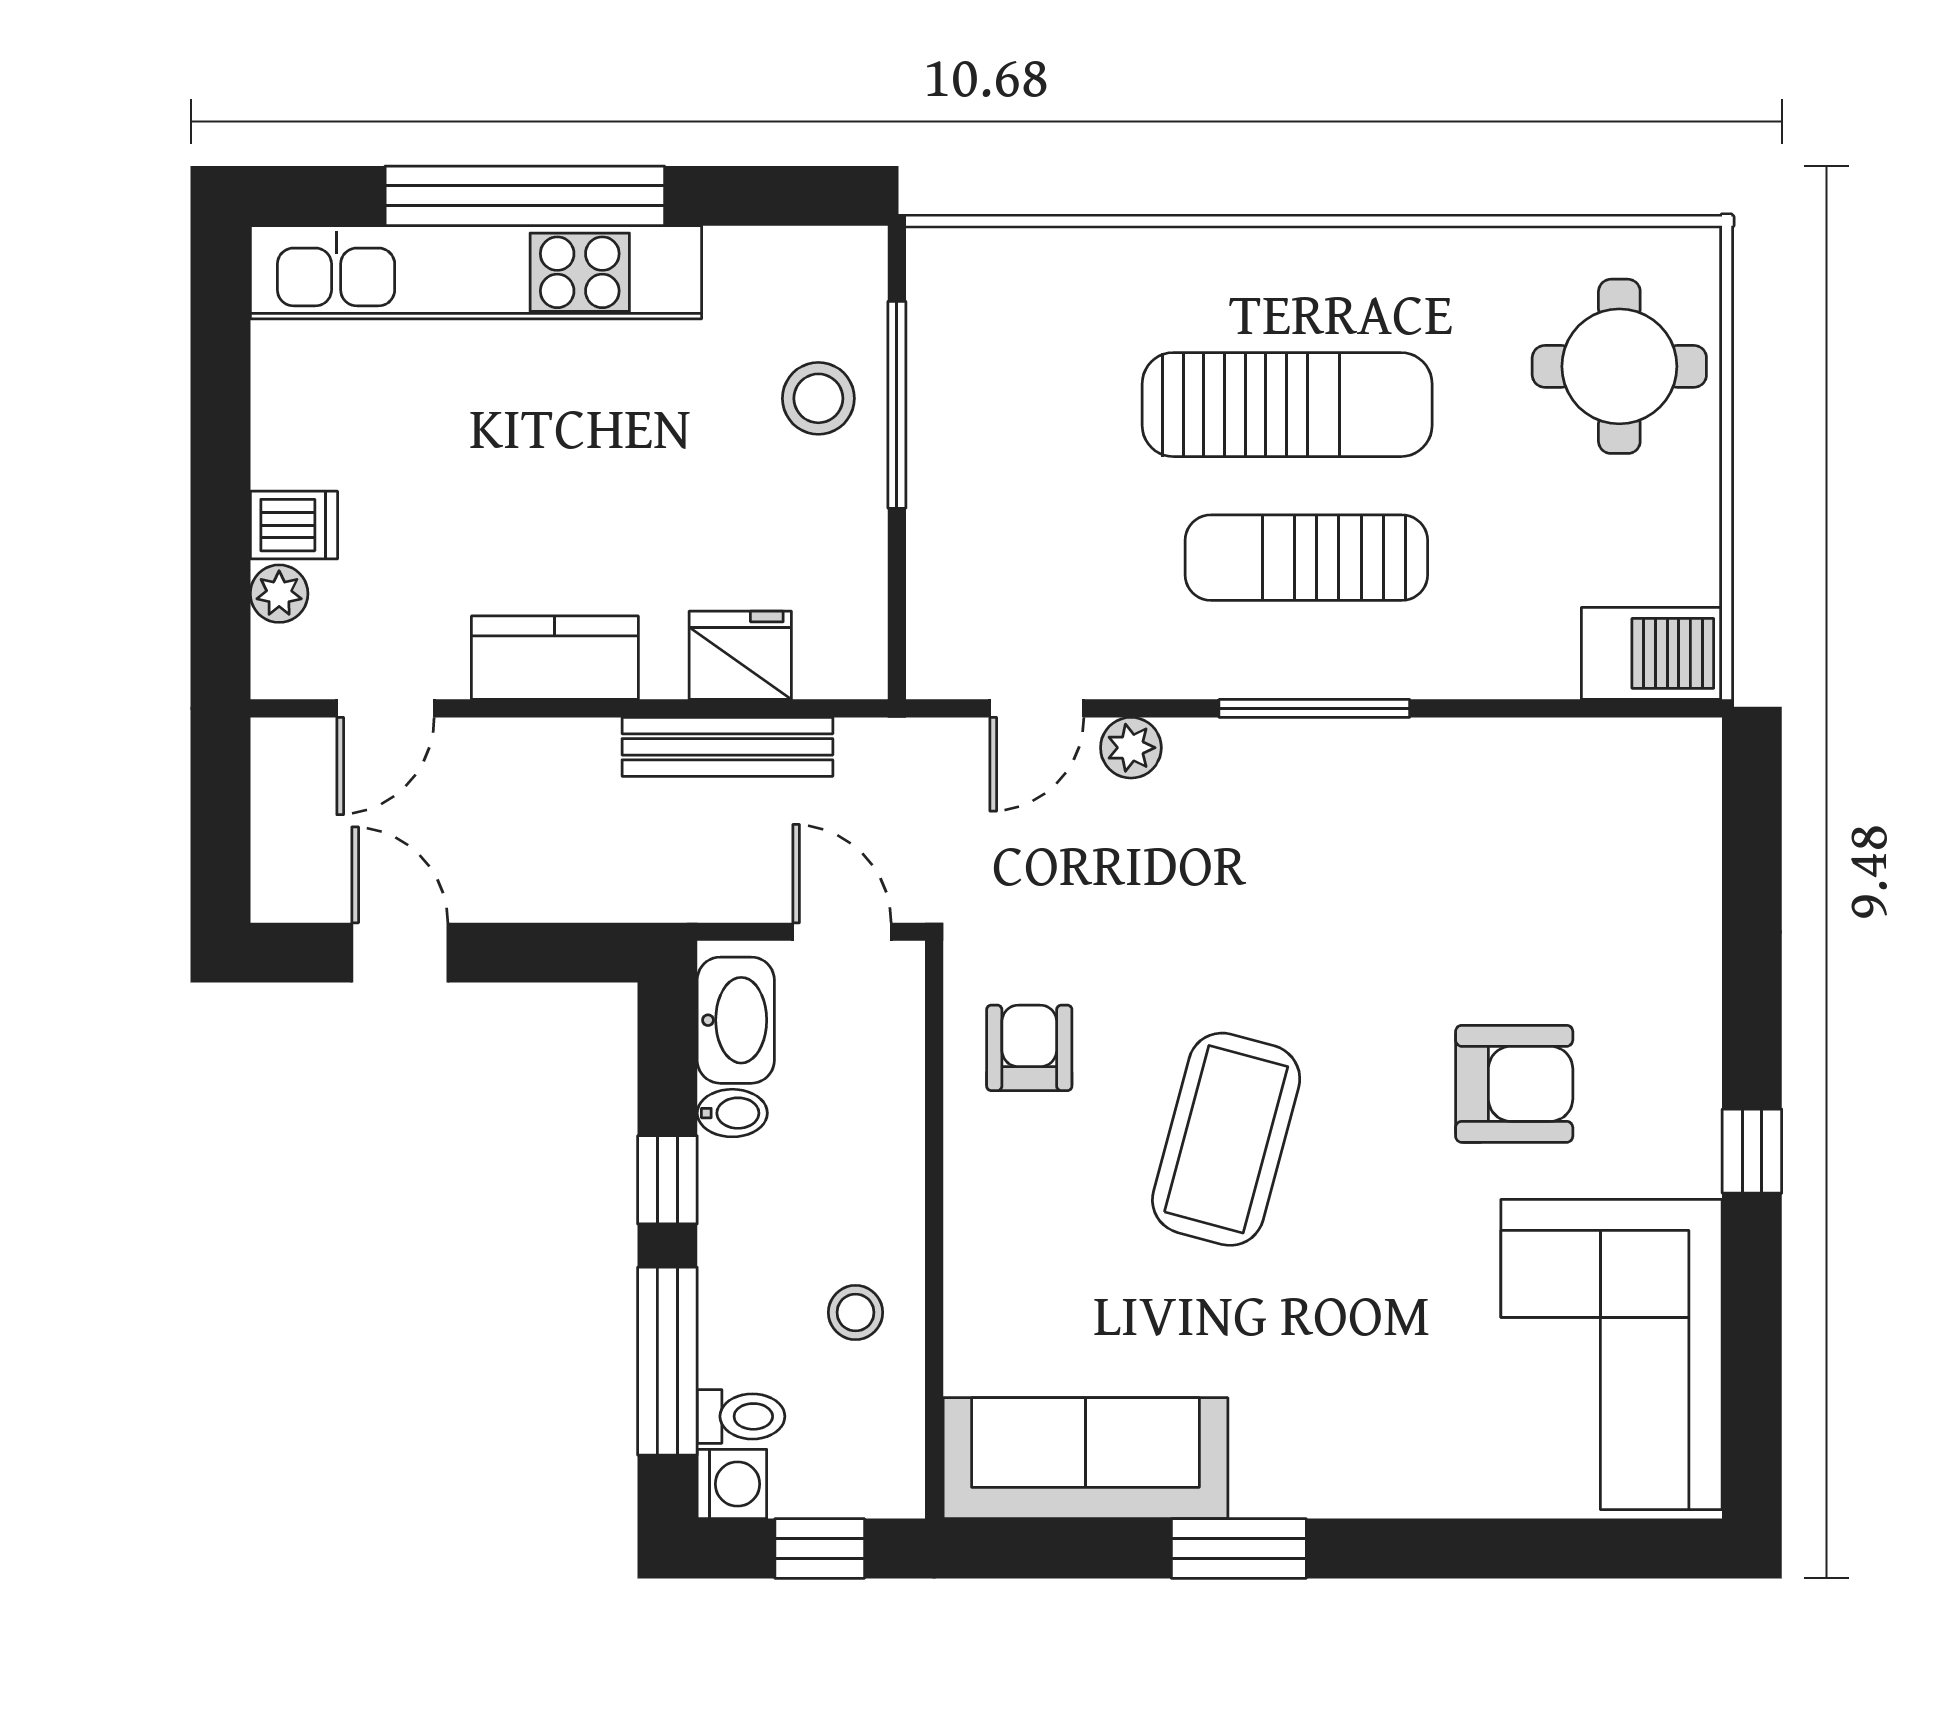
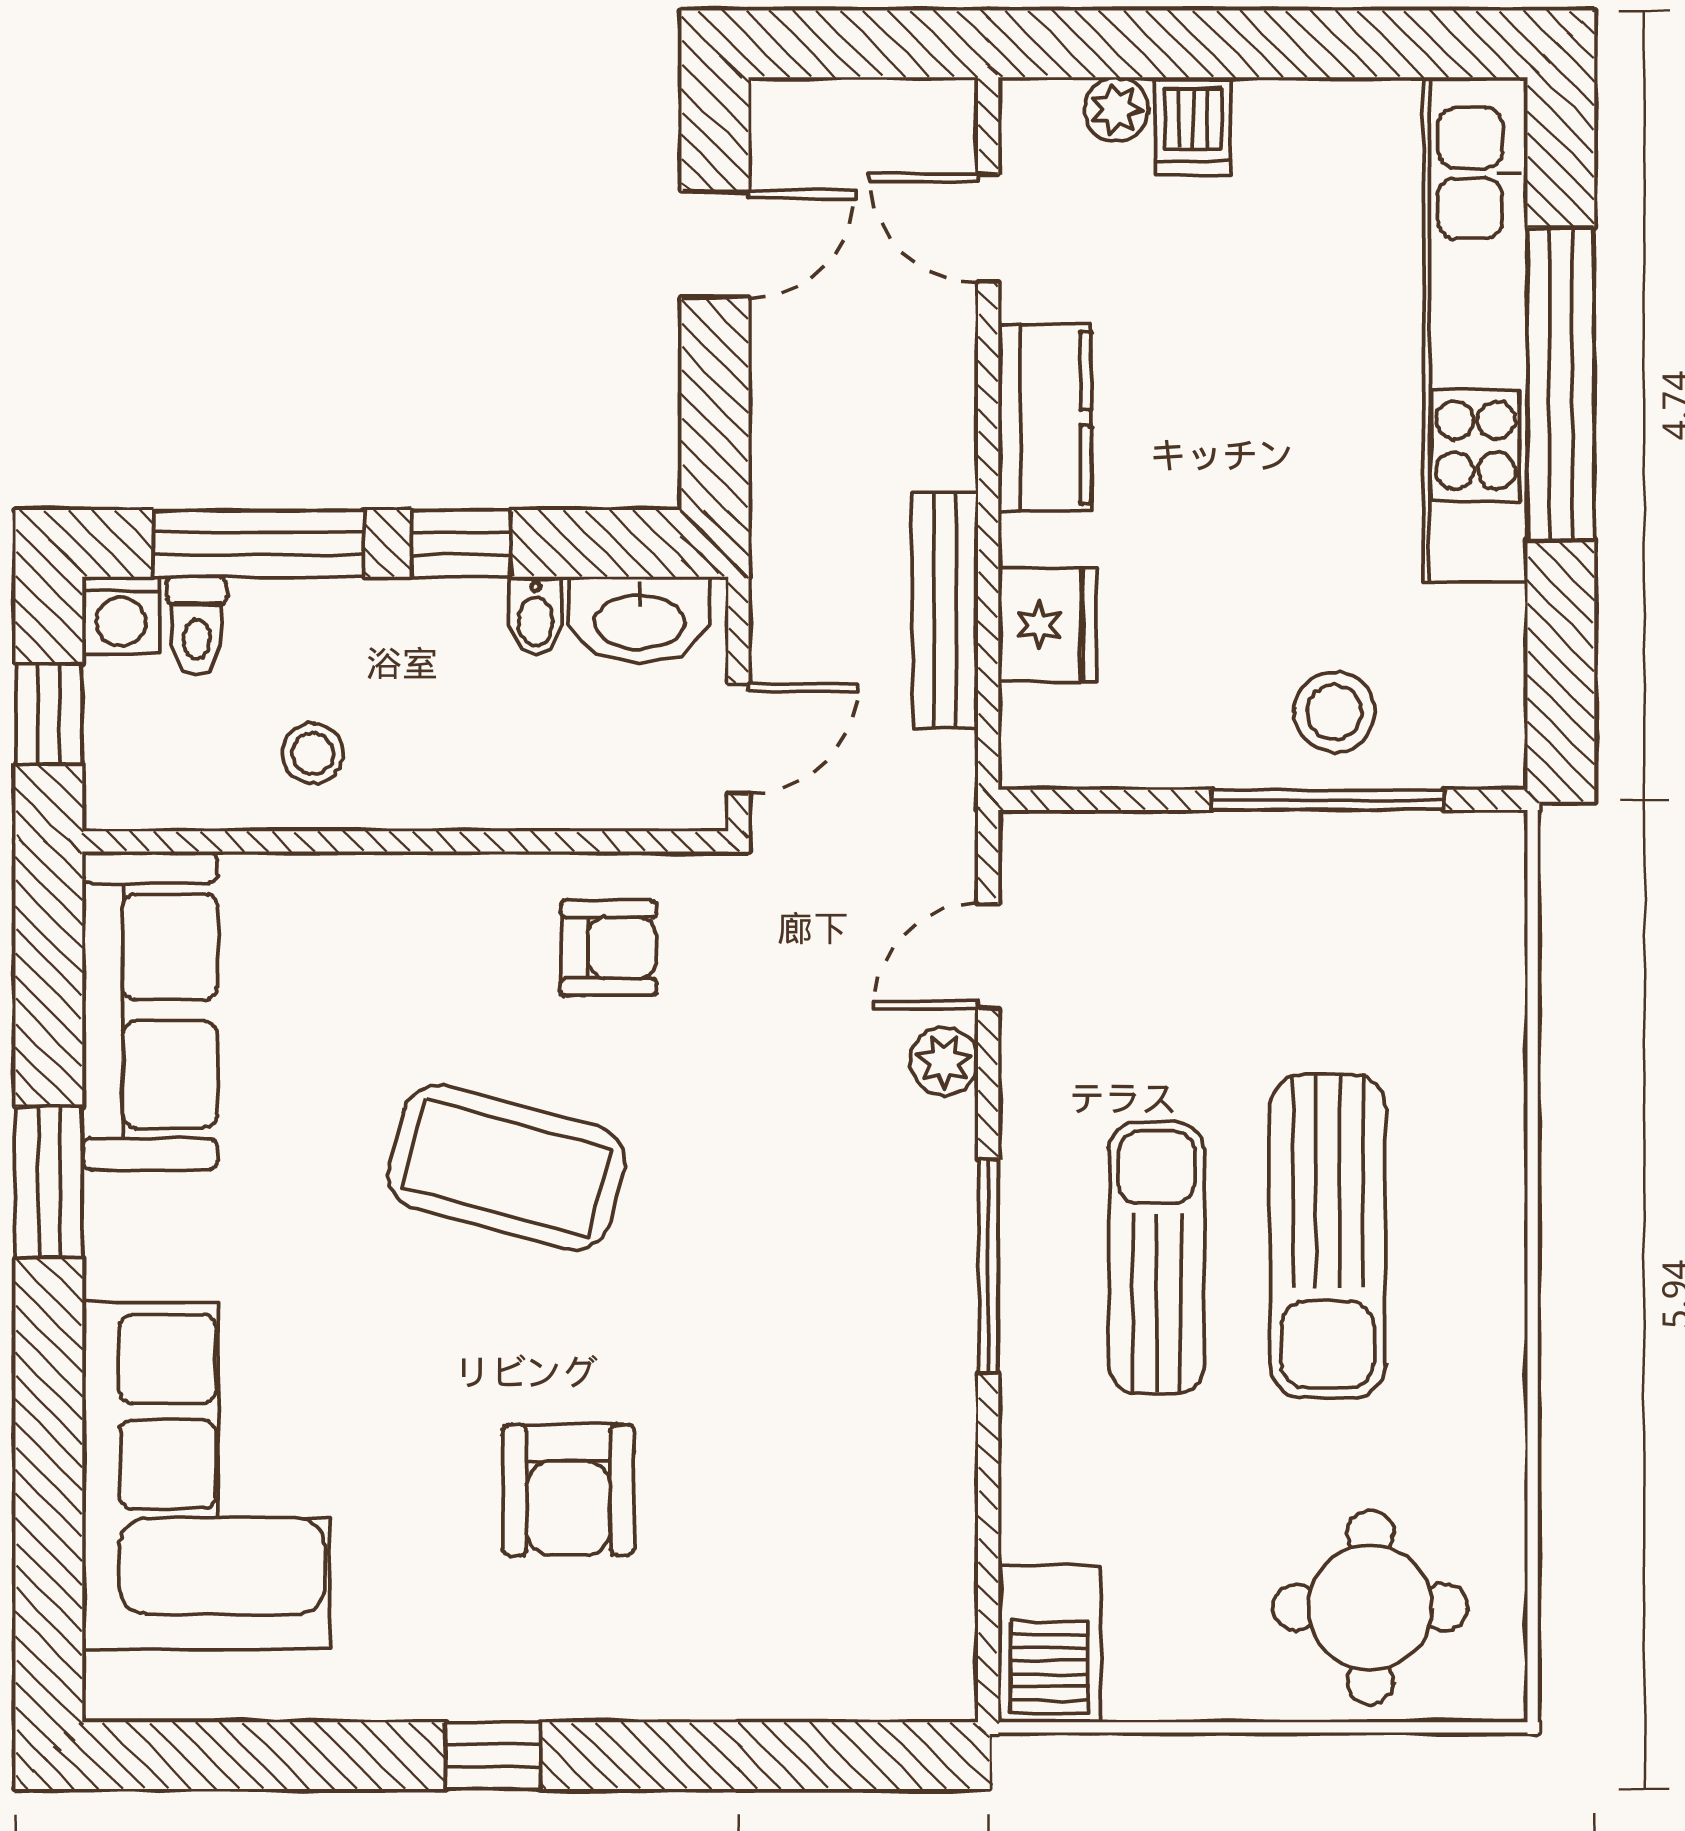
door: (1037, 708) -> (988, 956), hinge flipped
corner sofa: (1611, 1355) -> (206, 1476), moved, turned 90

